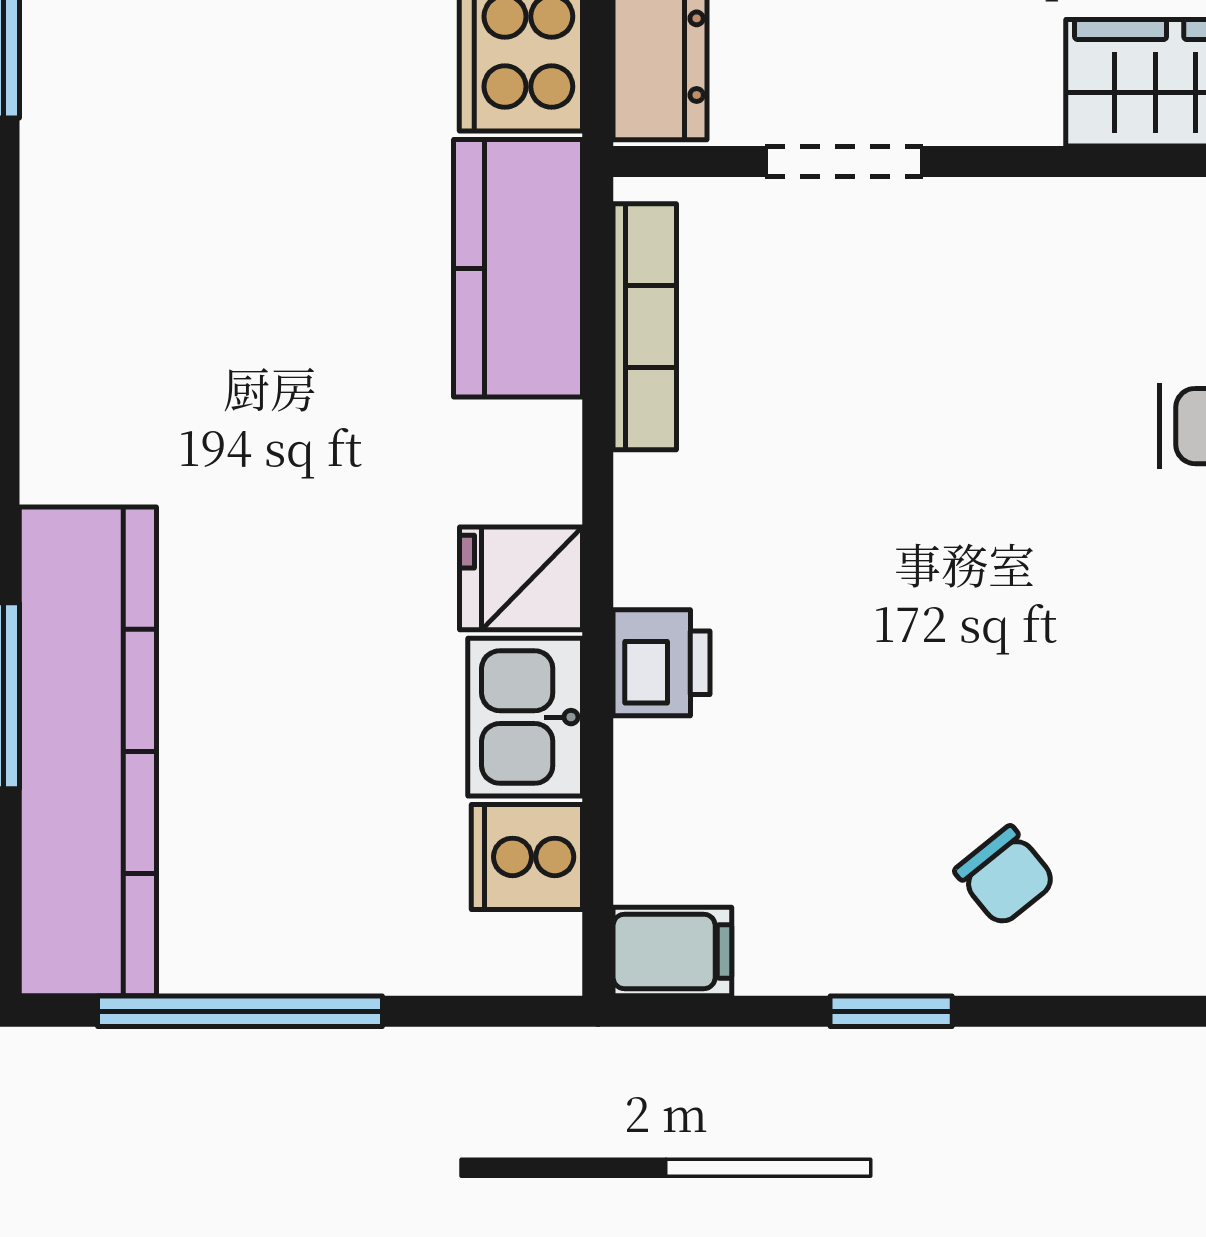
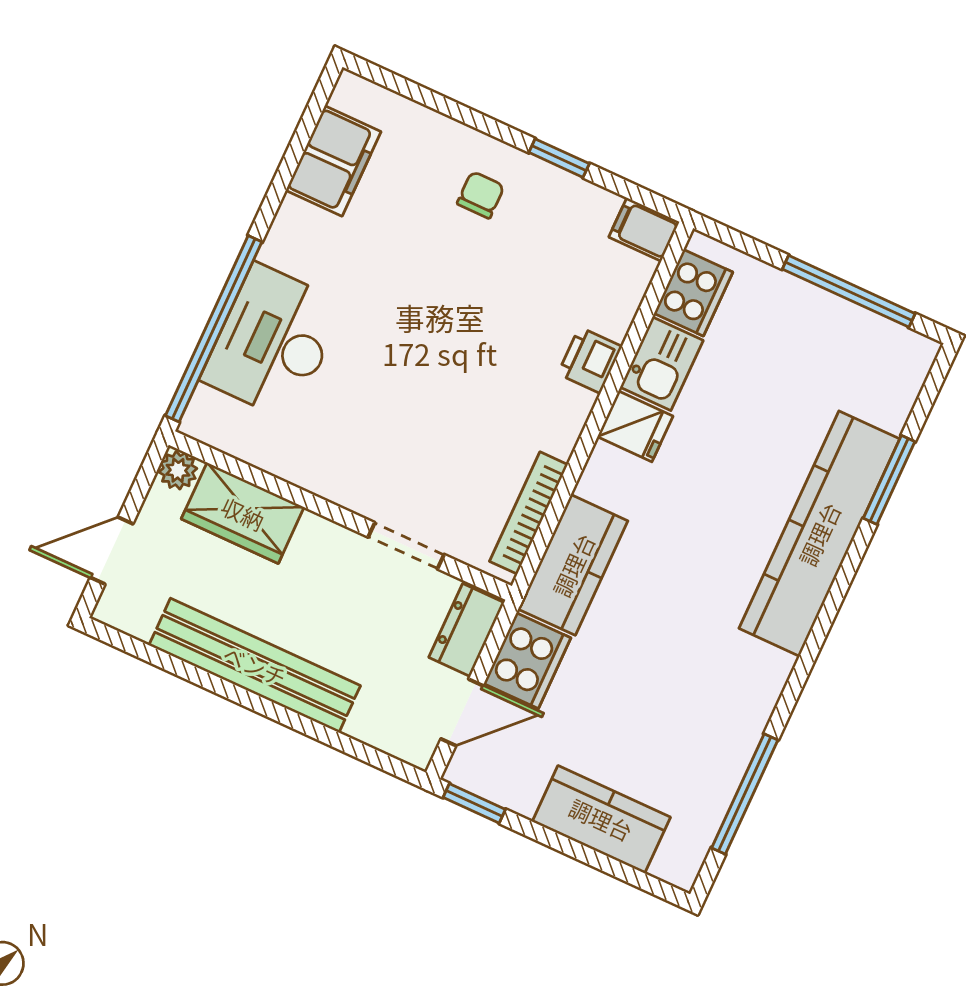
kitchen counter: (88, 751) -> (819, 534), moved
cooker: (527, 857) -> (693, 293), width x1.36
chair: (1005, 876) -> (481, 195), turned 39

